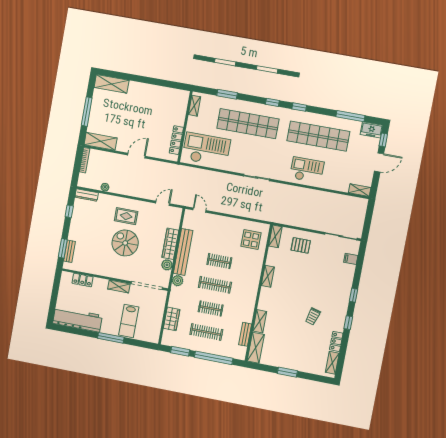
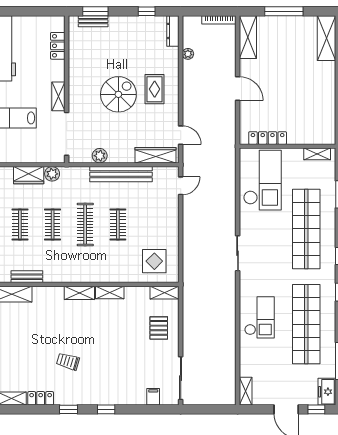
wardrobe: (170, 244) -> (156, 155), moved
plant: (178, 281) -> (52, 174), moved
shelving: (260, 321) -> (79, 293), moved
clothes rail: (206, 332) -> (20, 225), width x0.73

